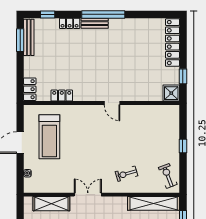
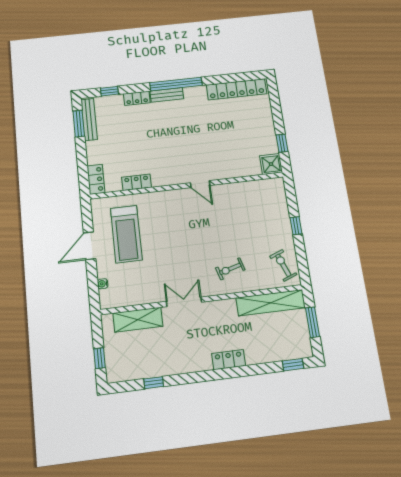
locker: (172, 43) -> (237, 89), moved, turned -90

